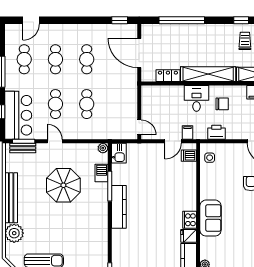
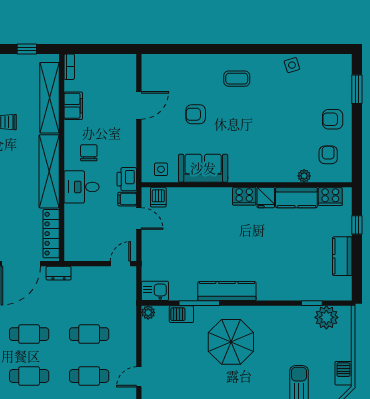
locker: (168, 76) -> (51, 234), width x1.53
dresser: (132, 81) -> (59, 273), added
printer: (216, 132) -> (127, 179), moved
parasol: (63, 185) -> (231, 342), moved
sofa: (211, 218) -> (203, 168), moved

